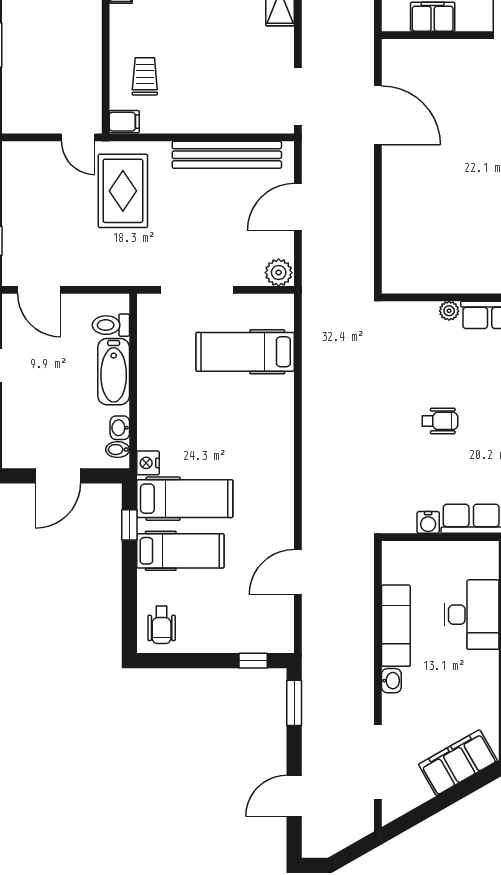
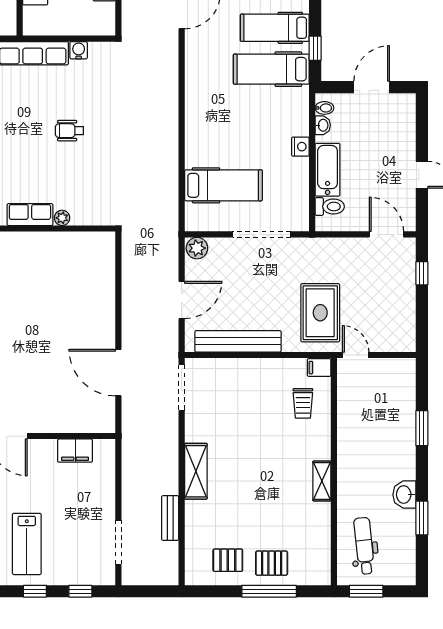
nightstand: (148, 463) -> (300, 147), moved

